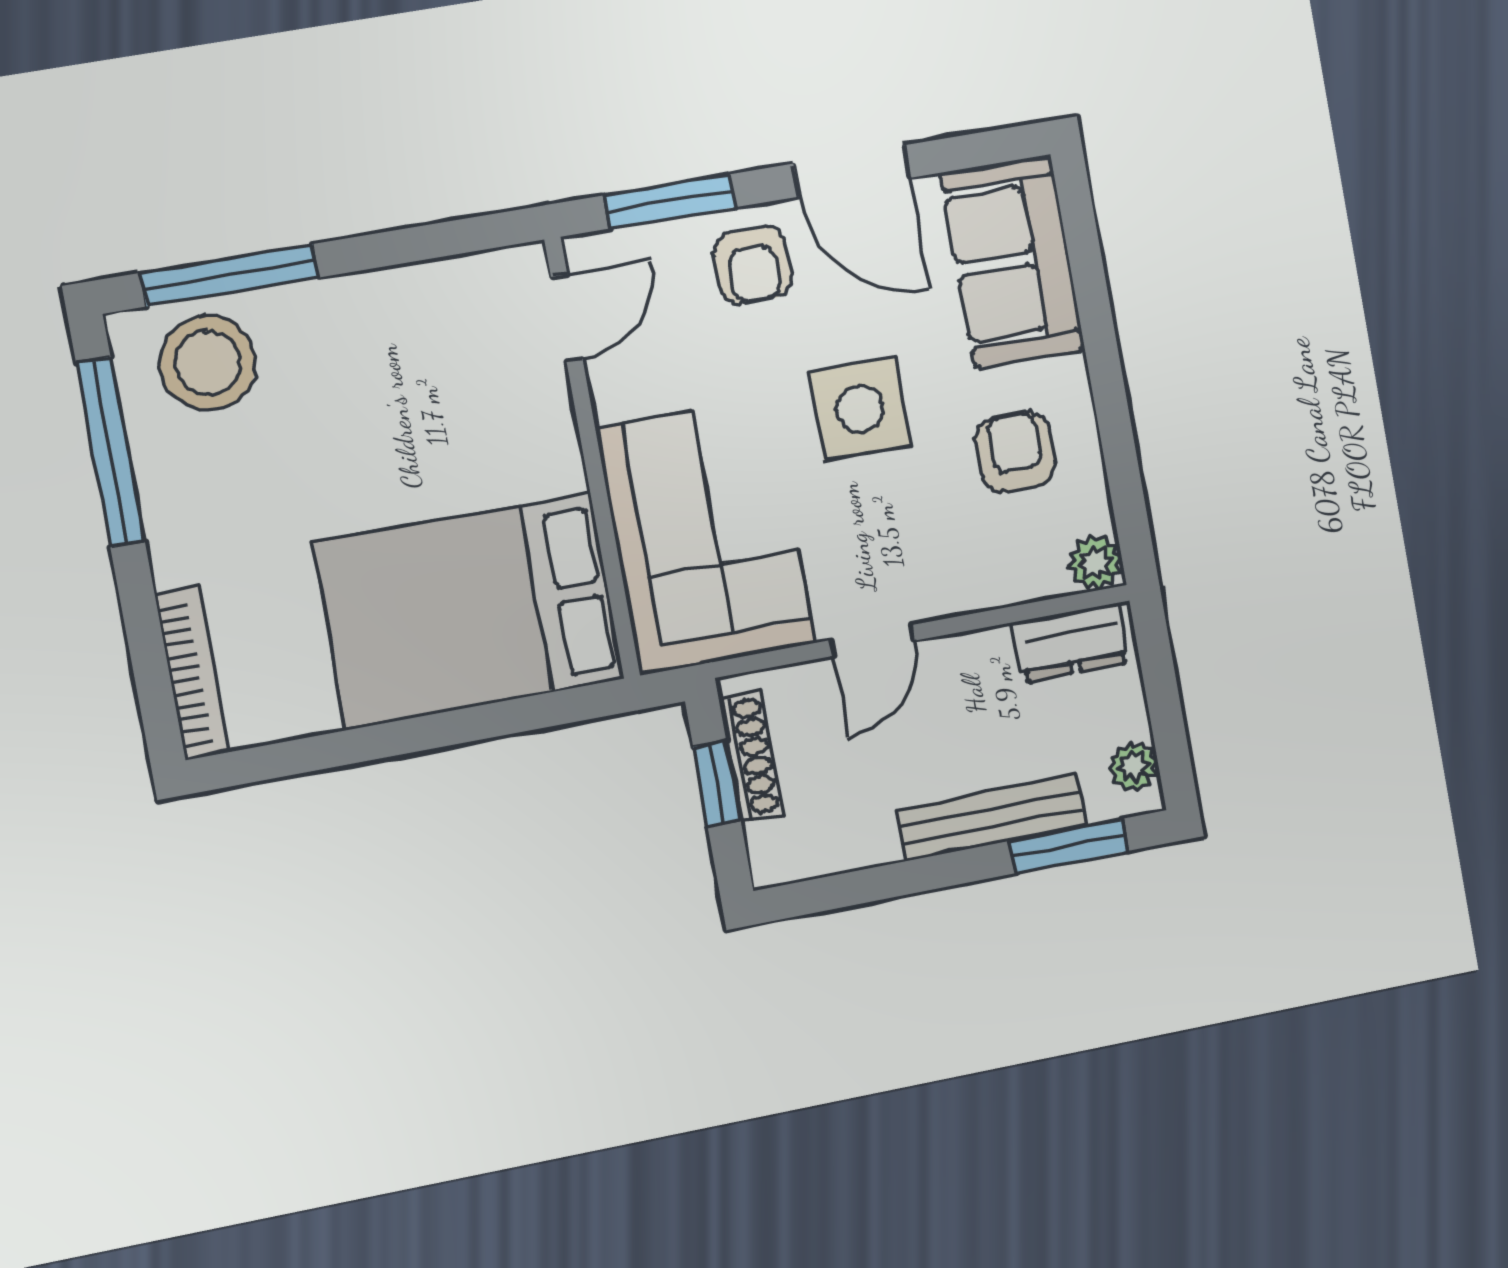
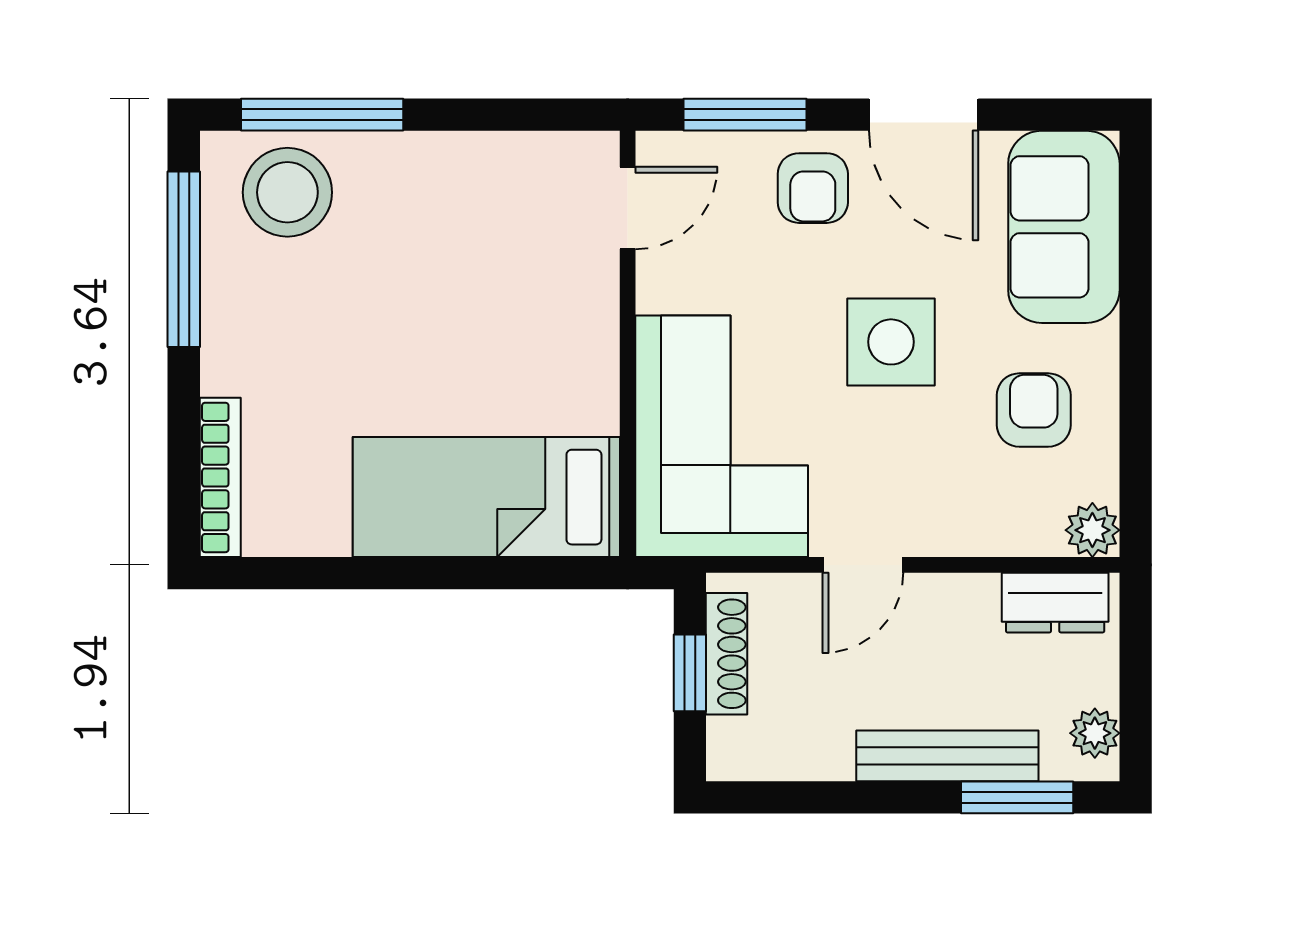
bed: (469, 611) -> (486, 497), width x0.67

